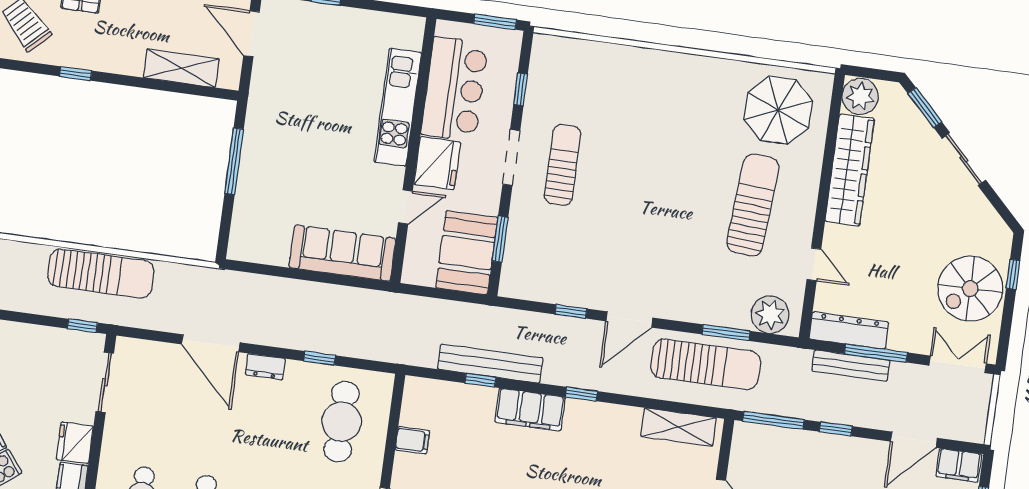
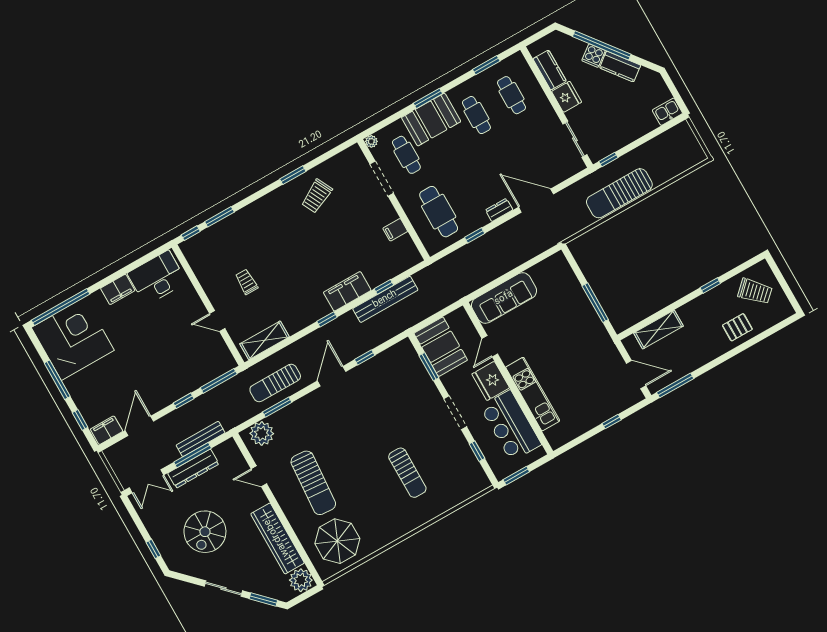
sun lounger: (563, 165) -> (407, 473), moved
spiral stairs: (970, 289) -> (205, 532), moved, turned 180
dresser: (849, 331) -> (193, 469), moved
sun lounger: (706, 364) -> (275, 383), width x0.73, depth x0.75

